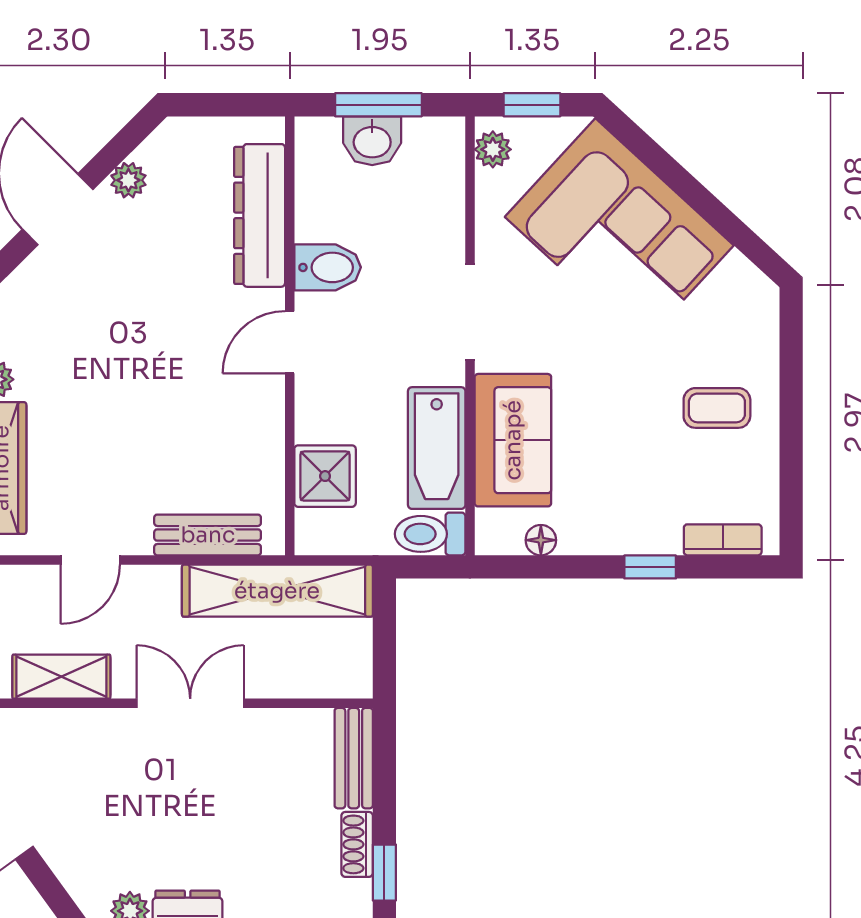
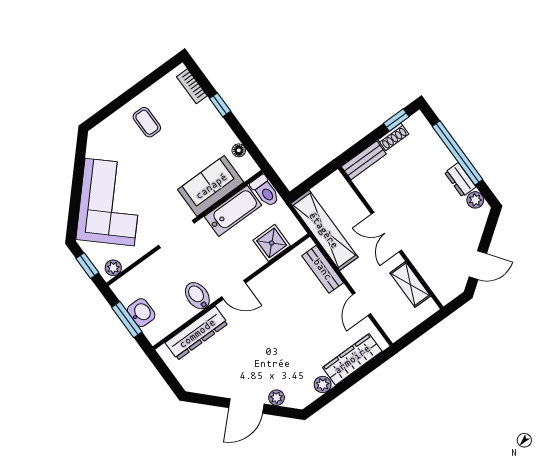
plant: (128, 180) -> (277, 398), moved
door: (90, 560) -> (362, 304), swing flipped

